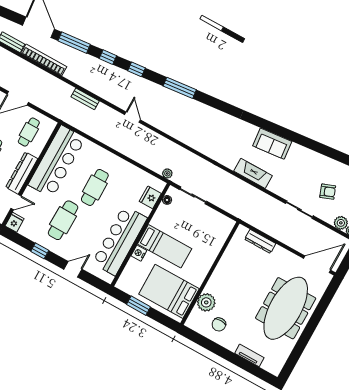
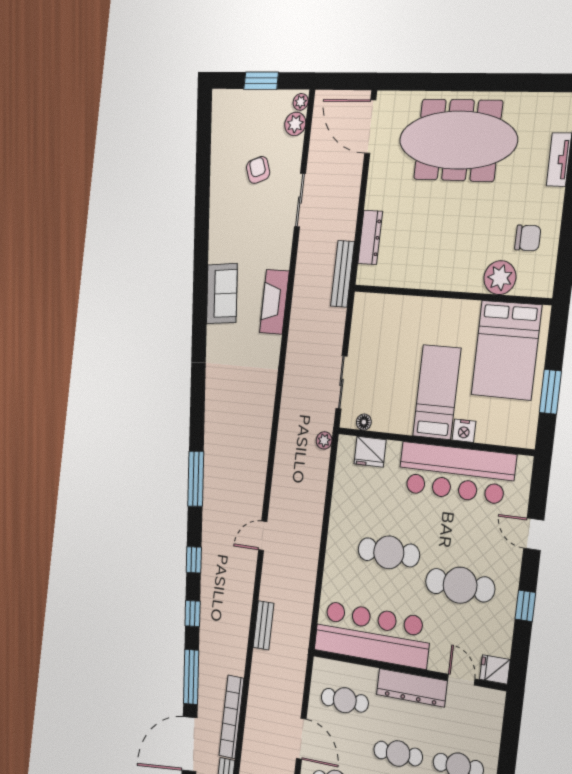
bench: (249, 218) -> (342, 274), added

